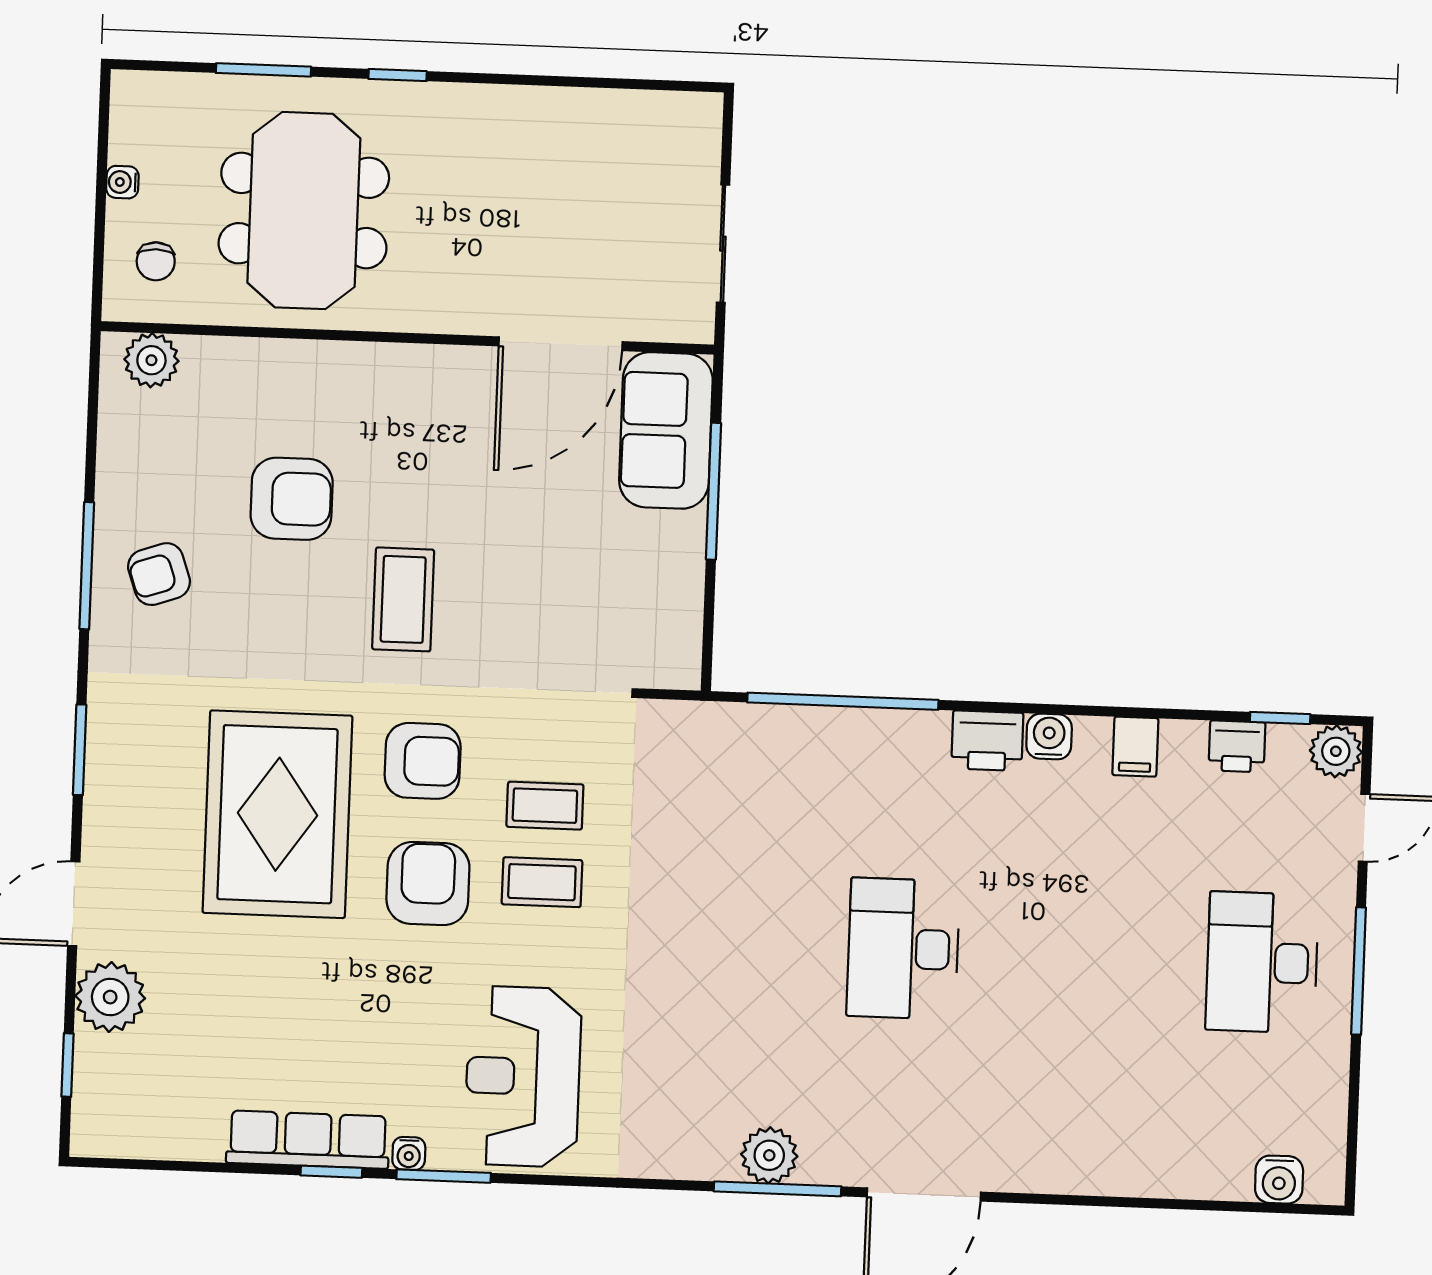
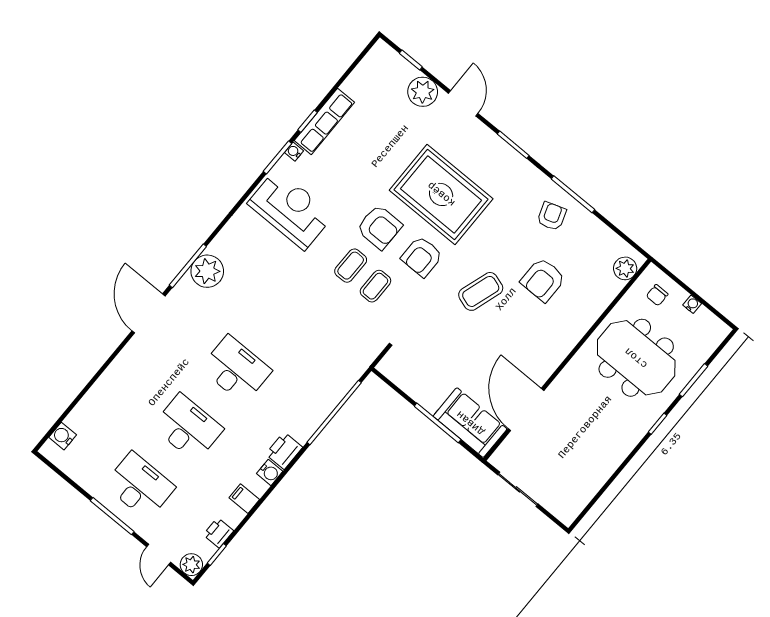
chair: (156, 261) -> (657, 295), turned -90
coffee table: (403, 599) -> (481, 291), turned -72
desk: (1083, 955) -> (188, 428), added
plant: (769, 1155) -> (207, 271), width x1.36, depth x1.36

